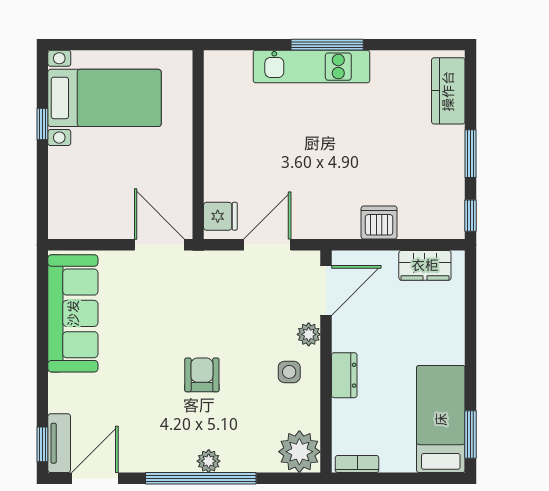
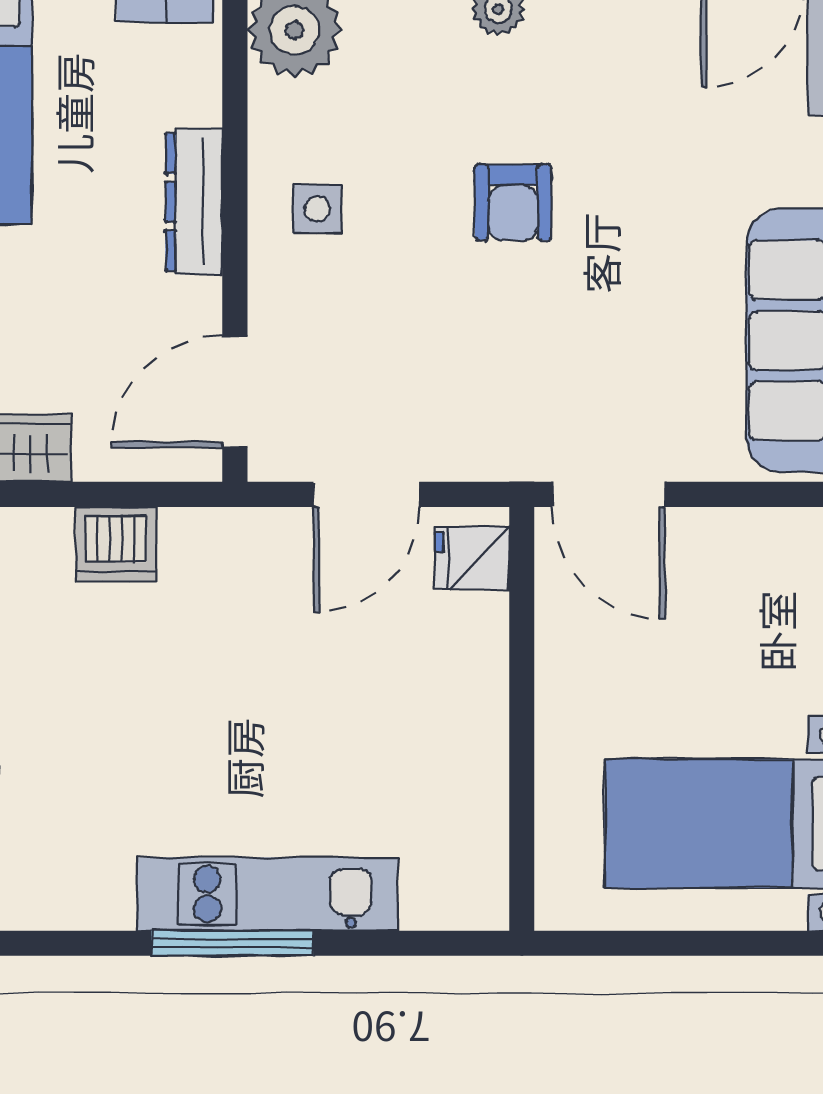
plant: (309, 334) -> (274, 293), removed
dresser: (344, 375) -> (194, 202), width x1.44

